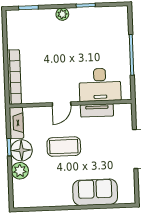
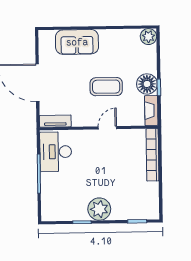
plant: (62, 14) -> (99, 209), width x1.88, depth x1.88
desk: (100, 85) -> (56, 152), moved, turned -90
tv unit: (97, 110) -> (55, 121), moved
plant: (20, 171) -> (148, 37), moved

